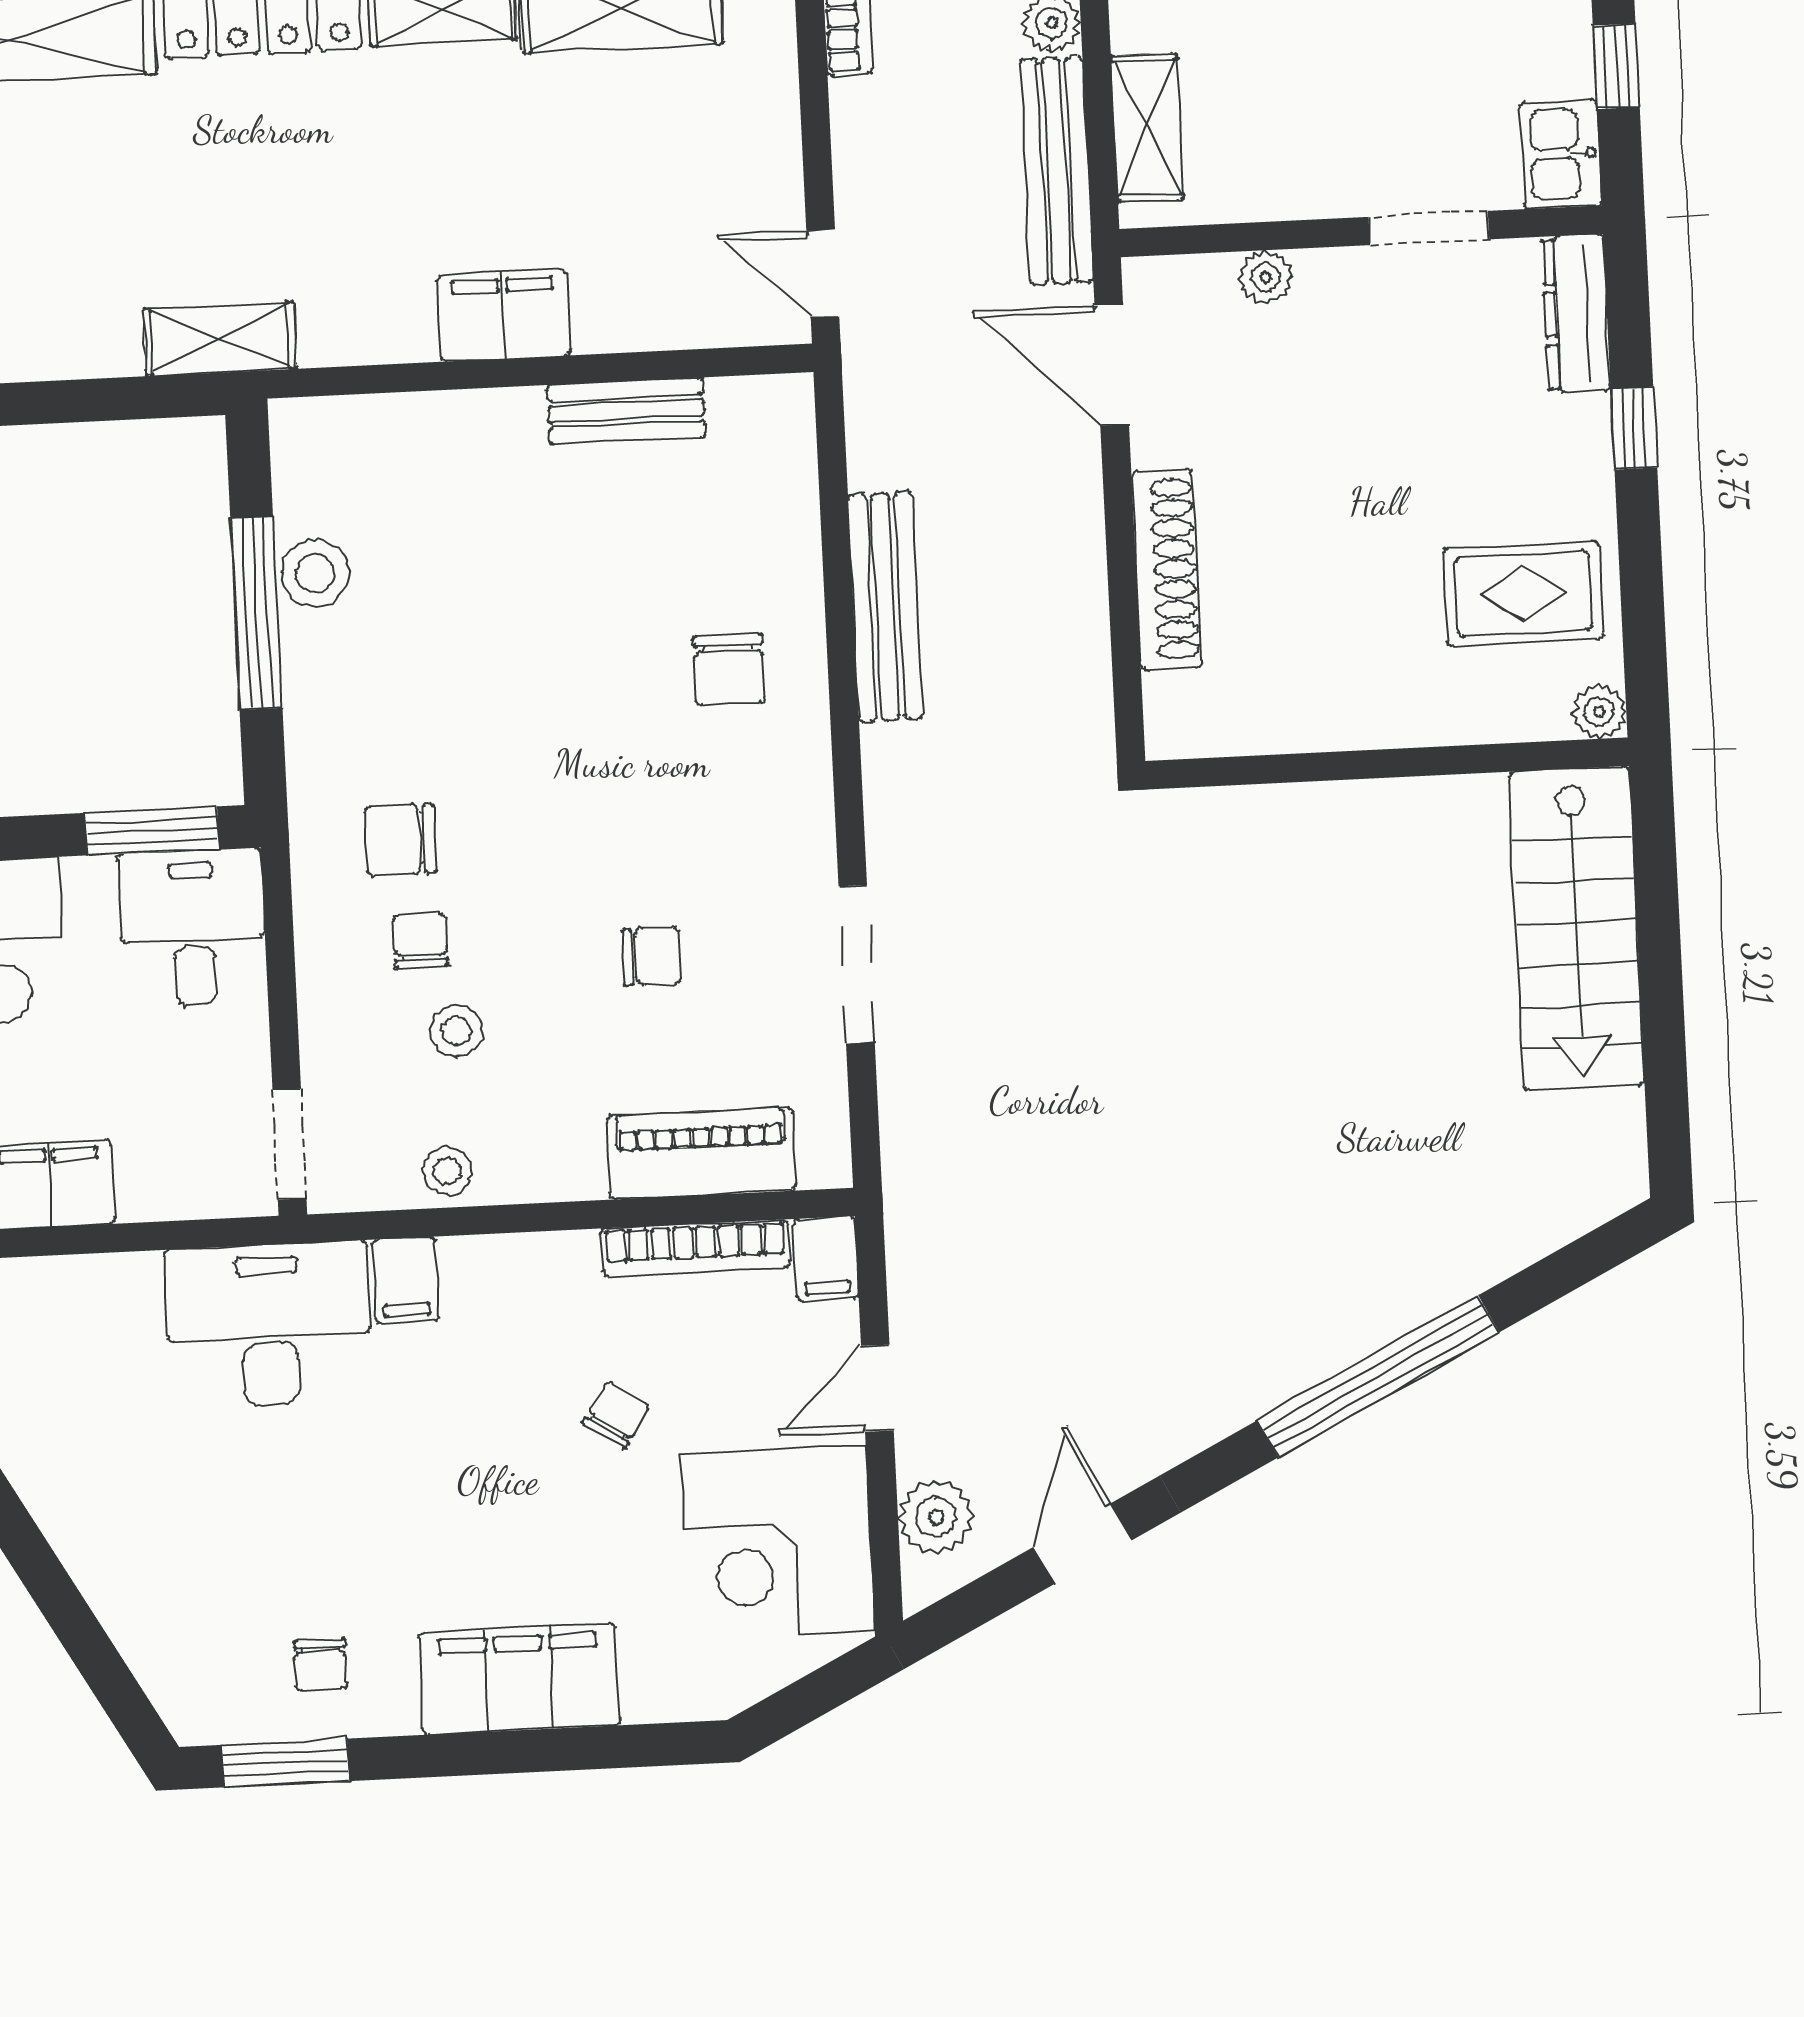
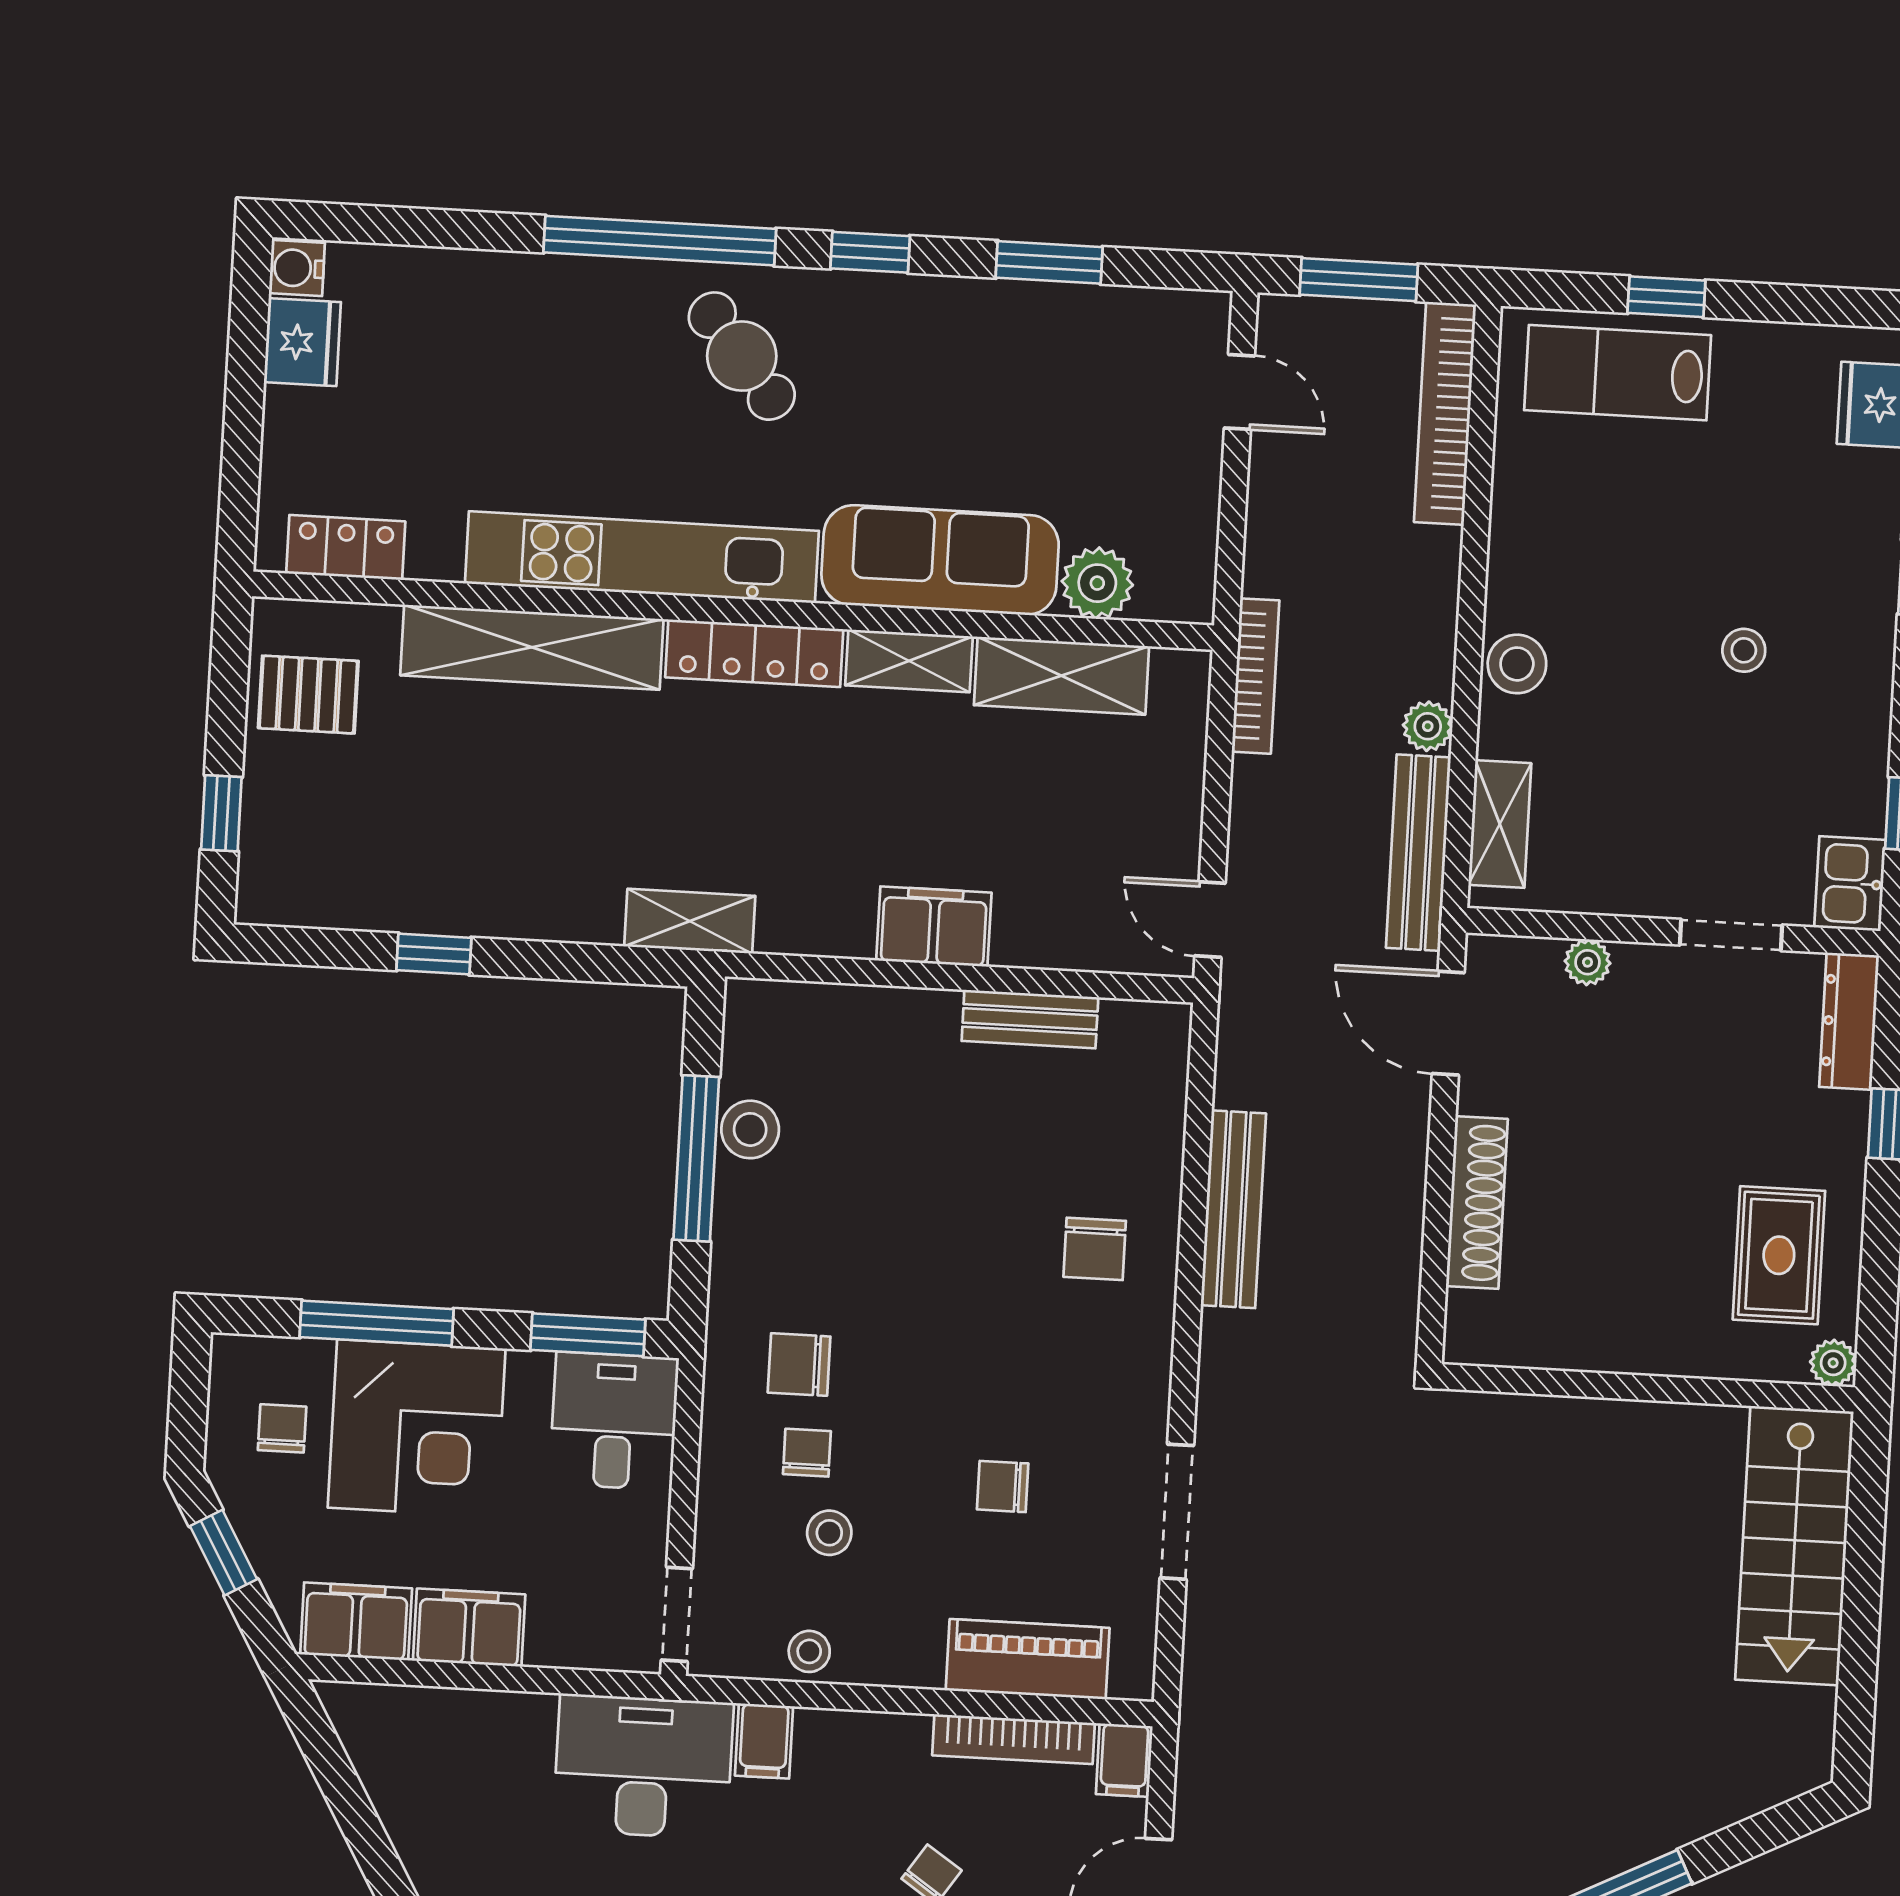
rug: (1523, 594) -> (1779, 1255), turned 90
chair: (652, 956) -> (1003, 1486), turned 180

